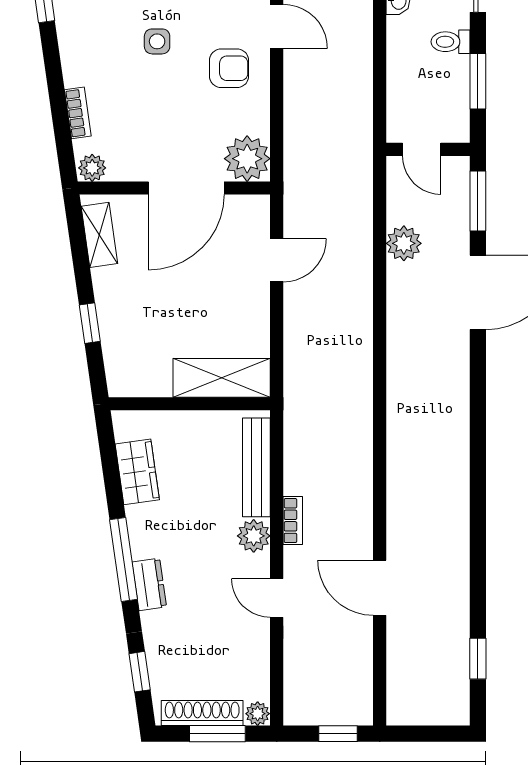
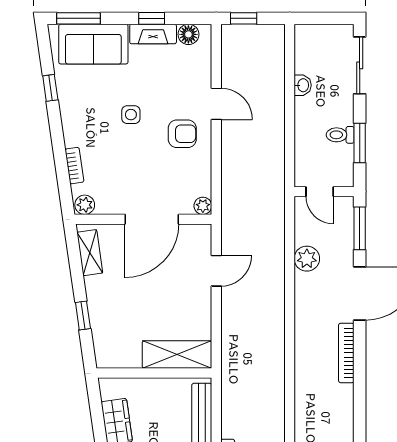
toilet: (450, 42) -> (340, 135), moved
plant: (247, 159) -> (203, 206), width x0.53, depth x0.53
bookcase: (459, 376) -> (346, 353), added

